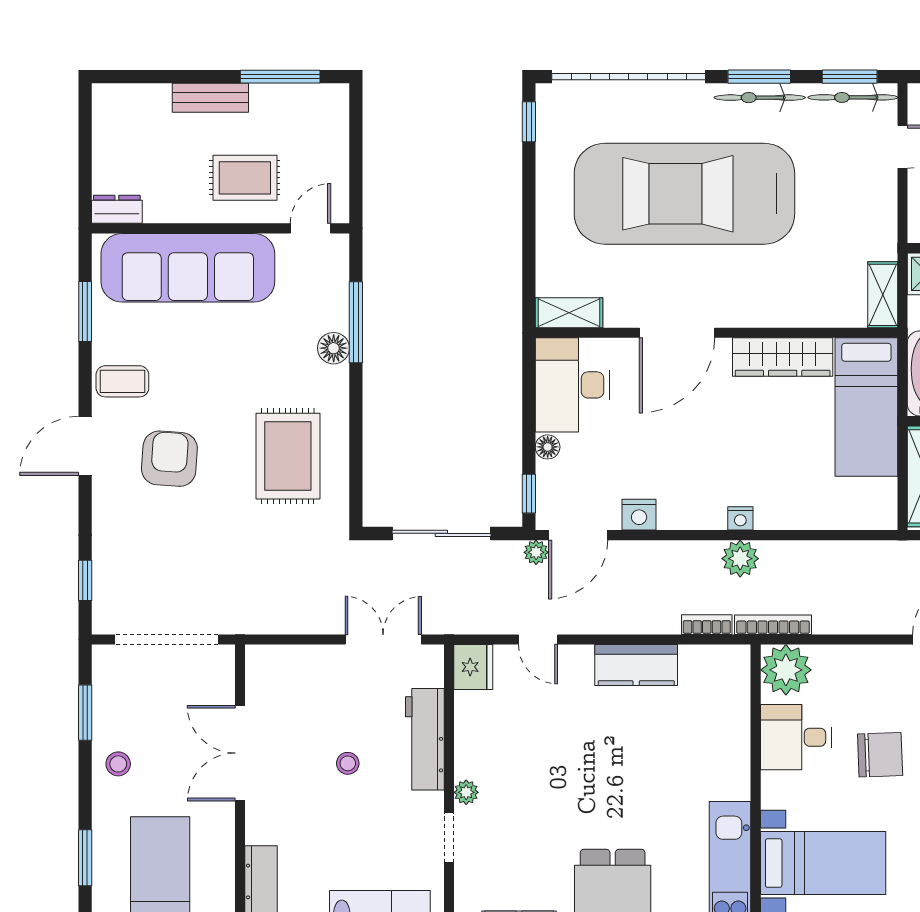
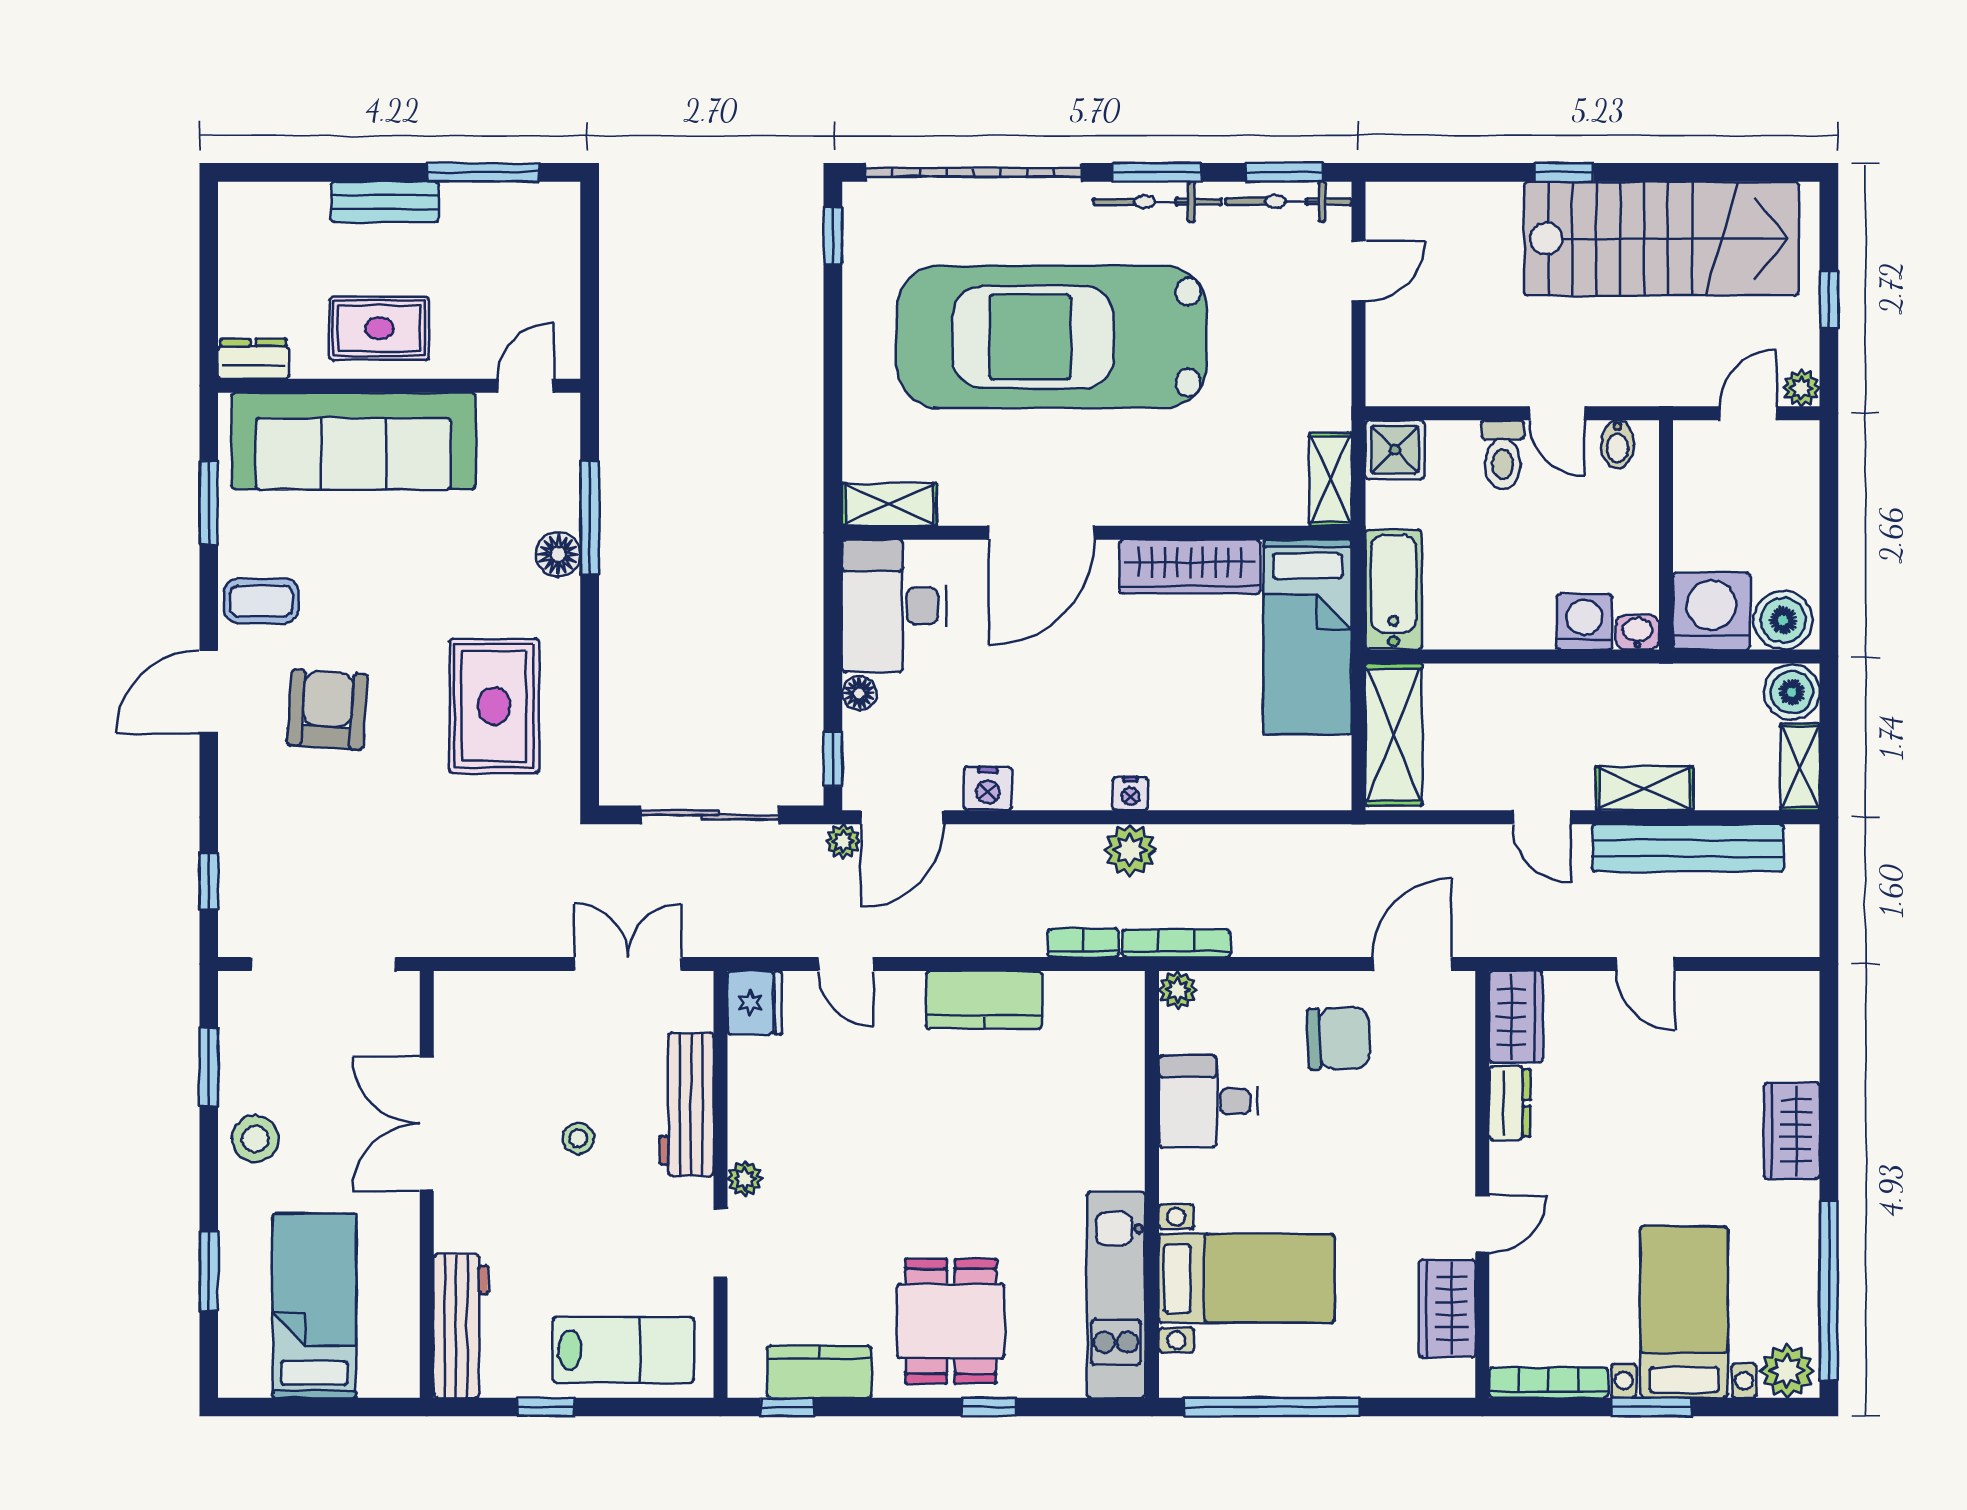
rug: (245, 178) -> (379, 328), moved
plant: (786, 670) -> (1178, 990), width x0.53, depth x0.53
chair: (880, 755) -> (1338, 1038), moved
stool: (118, 764) -> (255, 1139), width x1.37, depth x1.37

